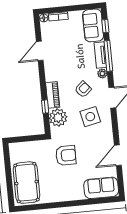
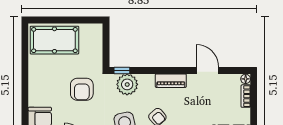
piano: (53, 95) -> (171, 81), moved
window: (45, 107) -> (122, 71), moved

